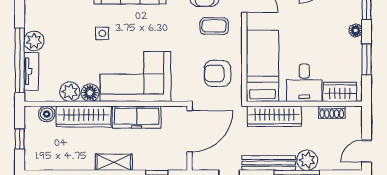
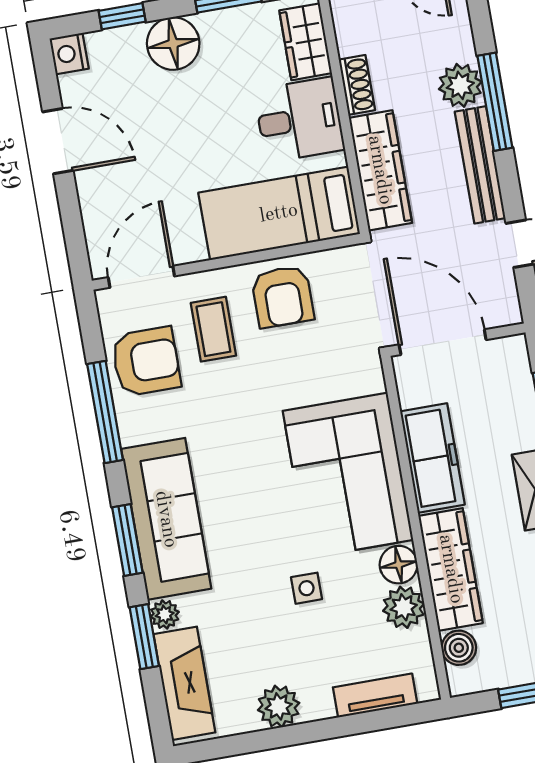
floor lamp: (356, 30) -> (173, 44), width x1.89, depth x1.89
side table: (102, 33) -> (307, 588), moved
plant: (34, 41) -> (279, 706), moved
window: (20, 60) -> (357, 724), removed
armchair: (218, 73) -> (283, 297), moved
shoe rack: (332, 112) -> (357, 85), moved

